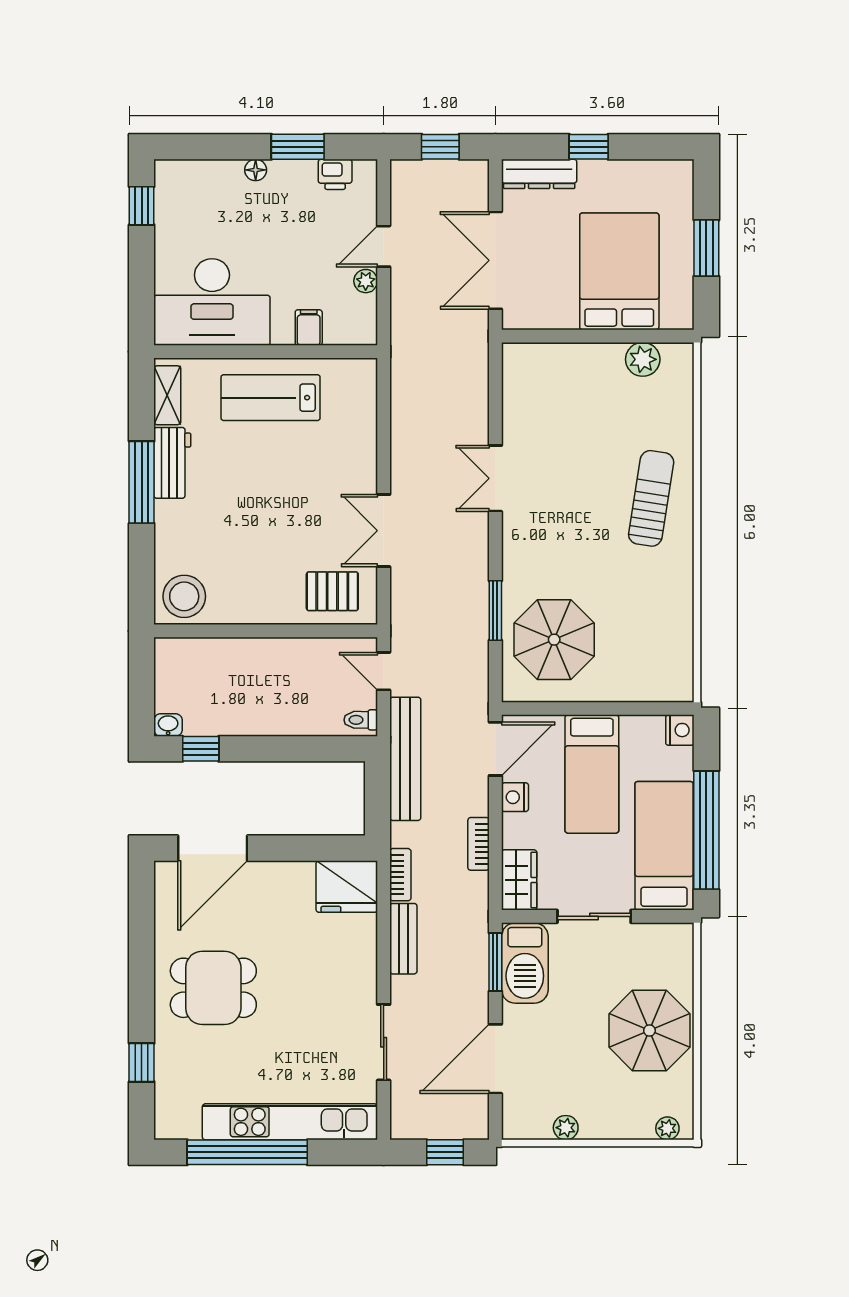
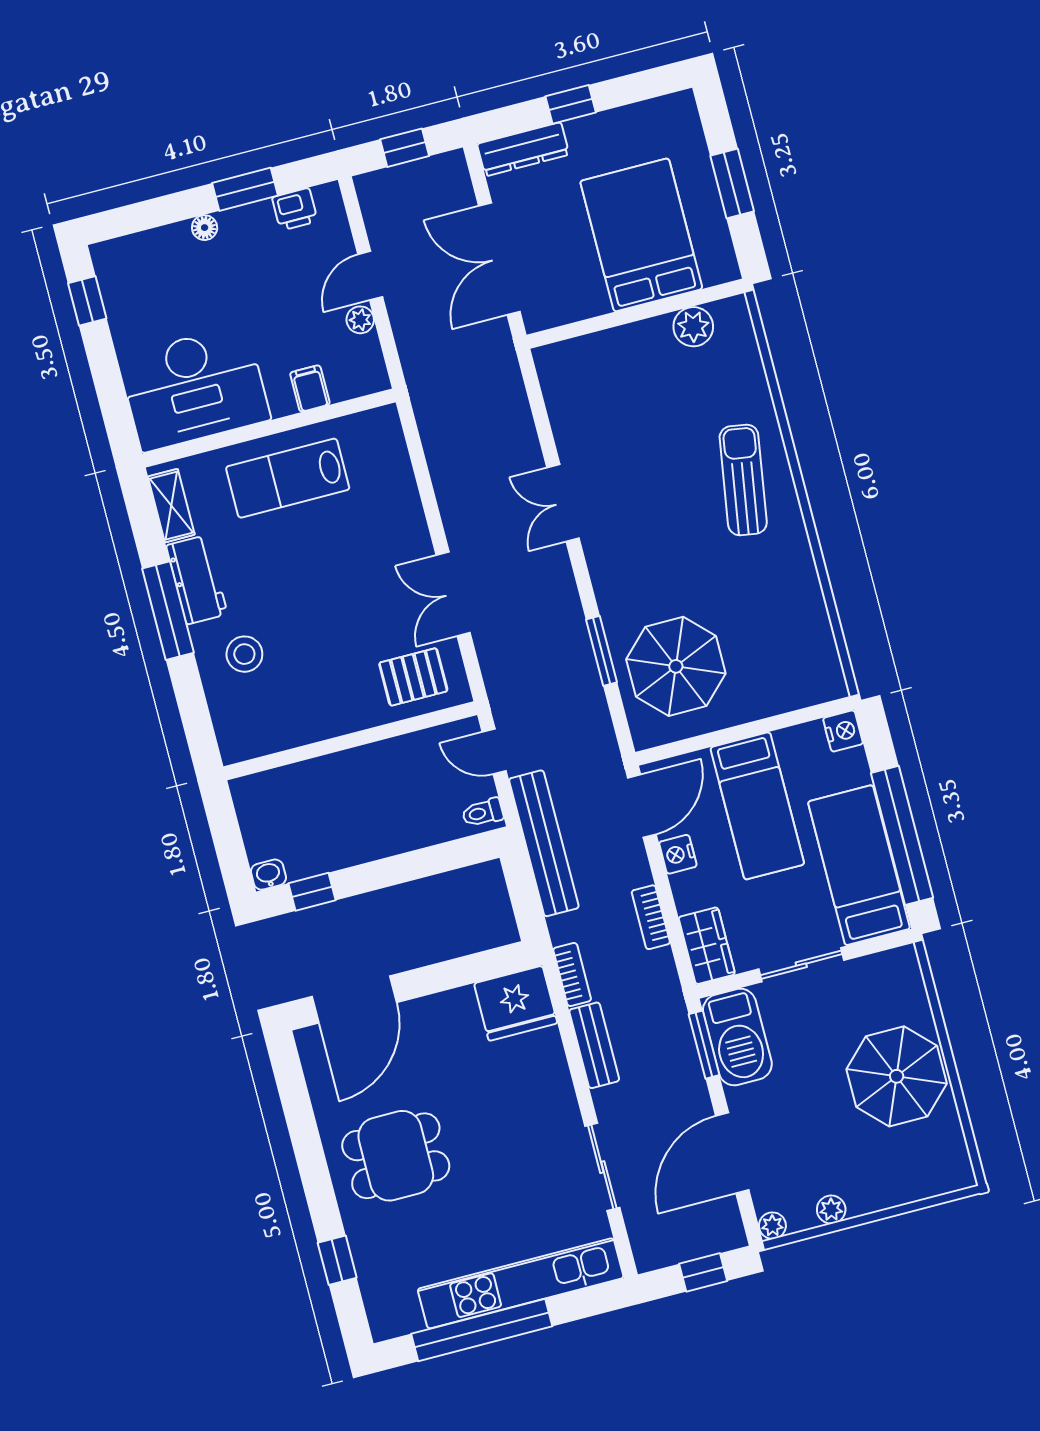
stool: (184, 596) -> (244, 654), moved, width x0.73, depth x0.73
plant: (667, 1128) -> (772, 1226), moved

